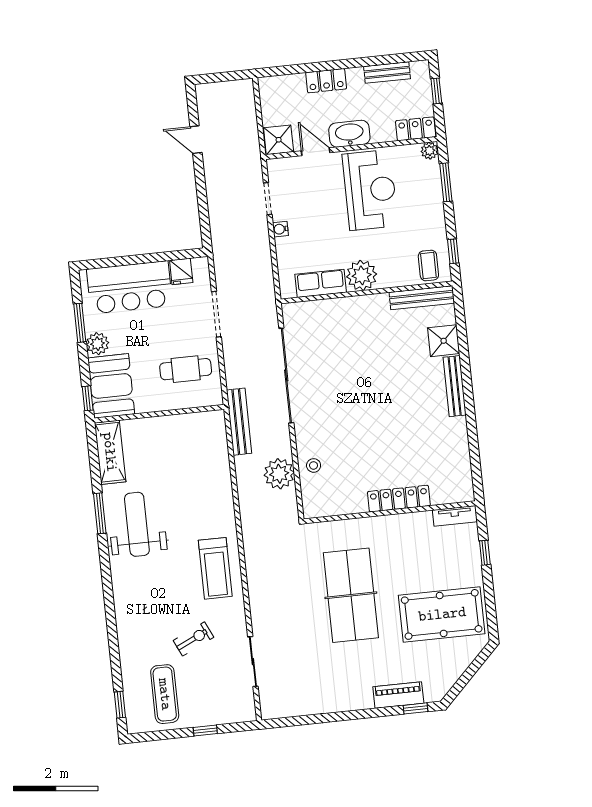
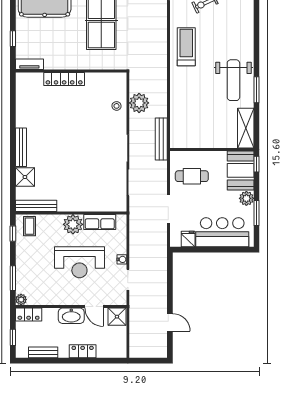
reception desk: (370, 190) -> (79, 262), moved, turned -90

